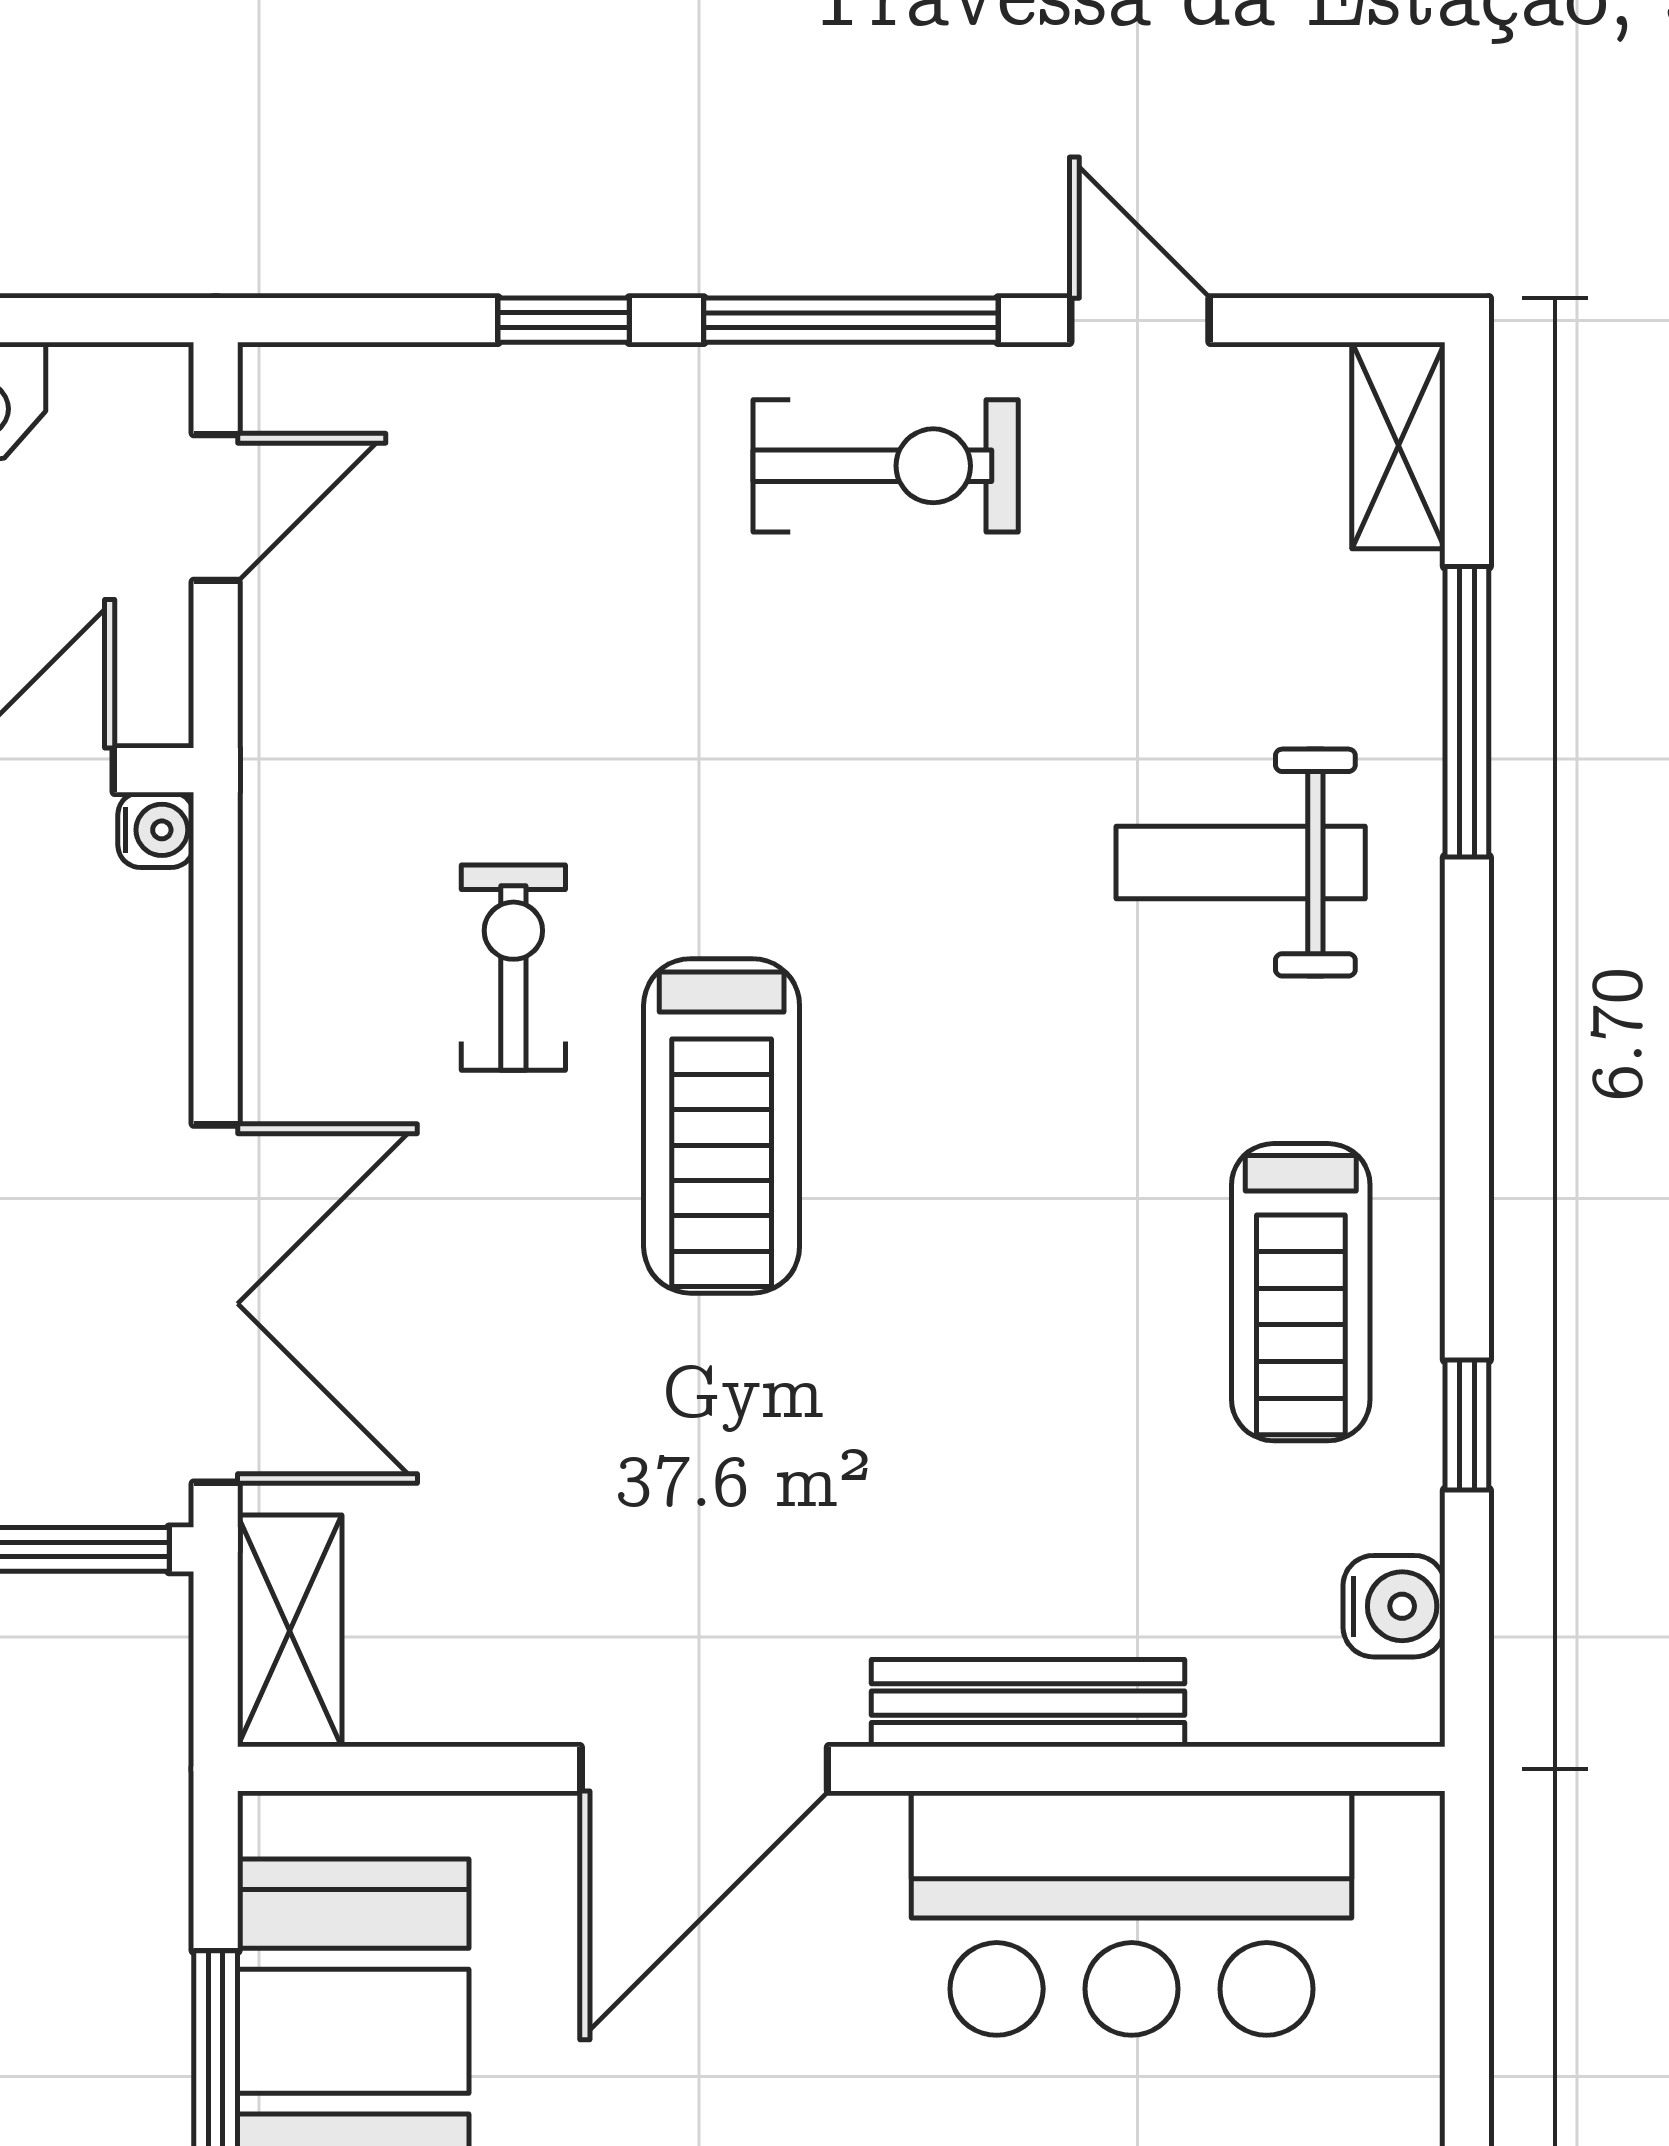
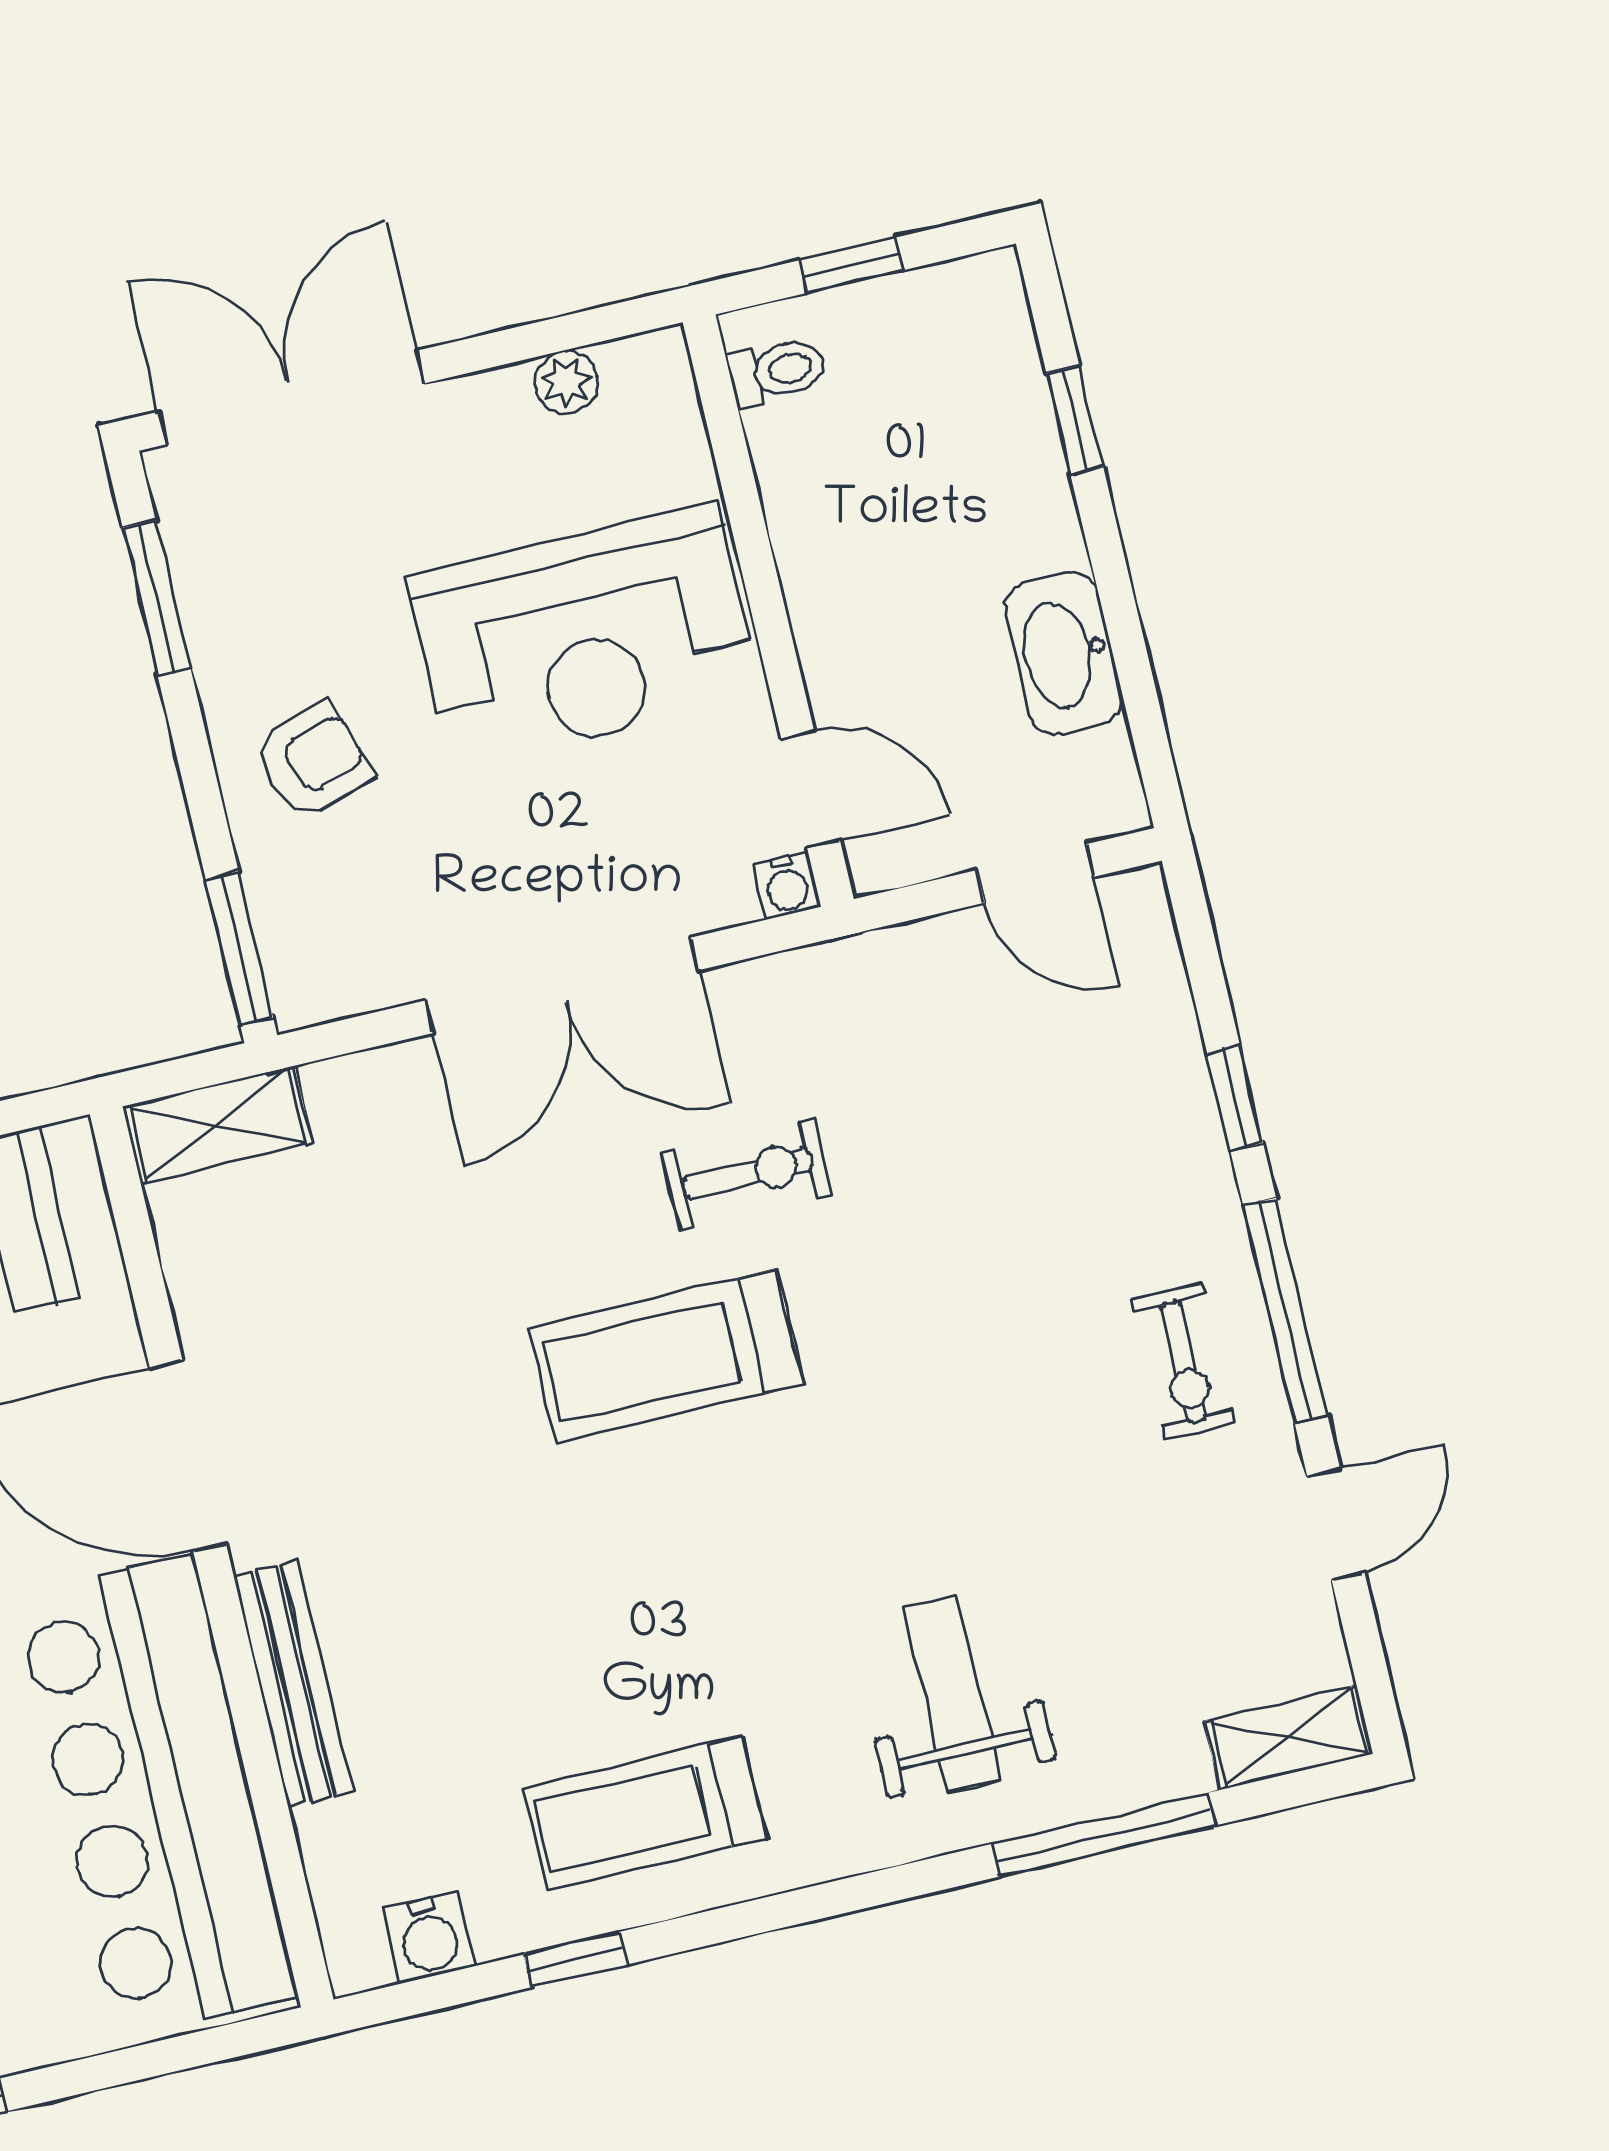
exercise bike: (886, 466) -> (1184, 1362), width x0.73, depth x0.72
double door: (216, 1304) -> (562, 985), moved
bar counter: (1132, 1913) -> (156, 1797), width x1.36

